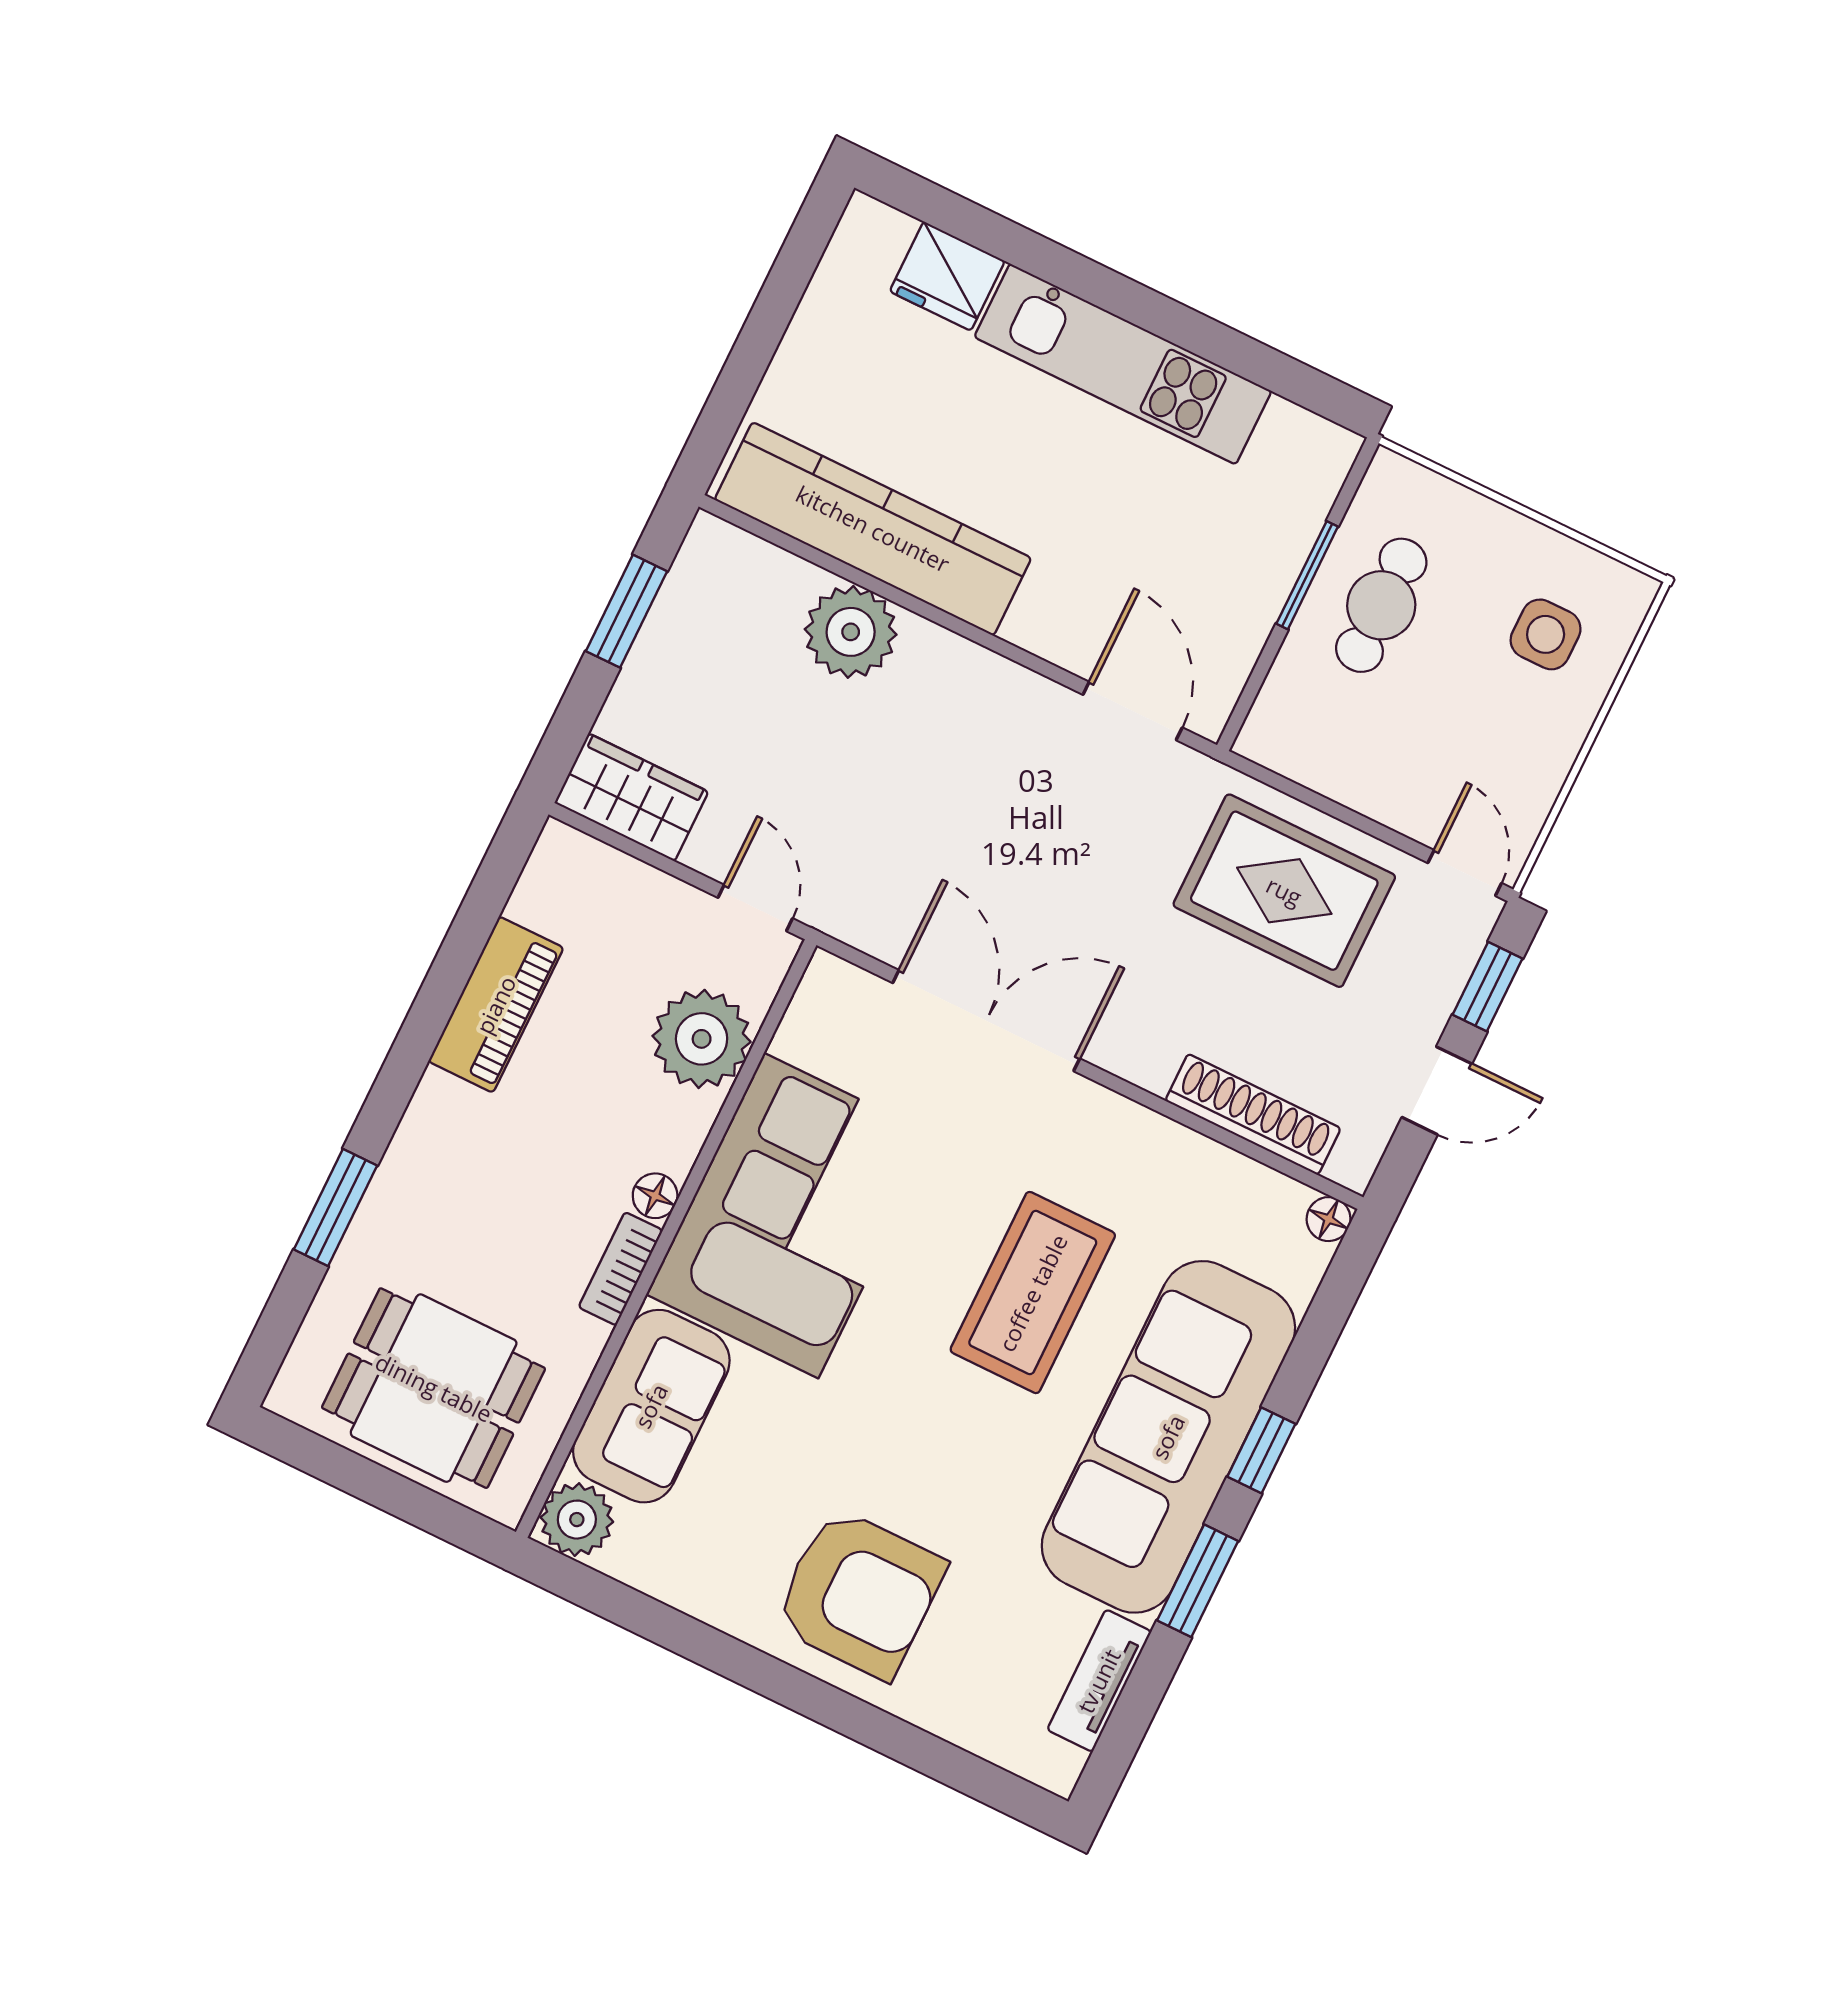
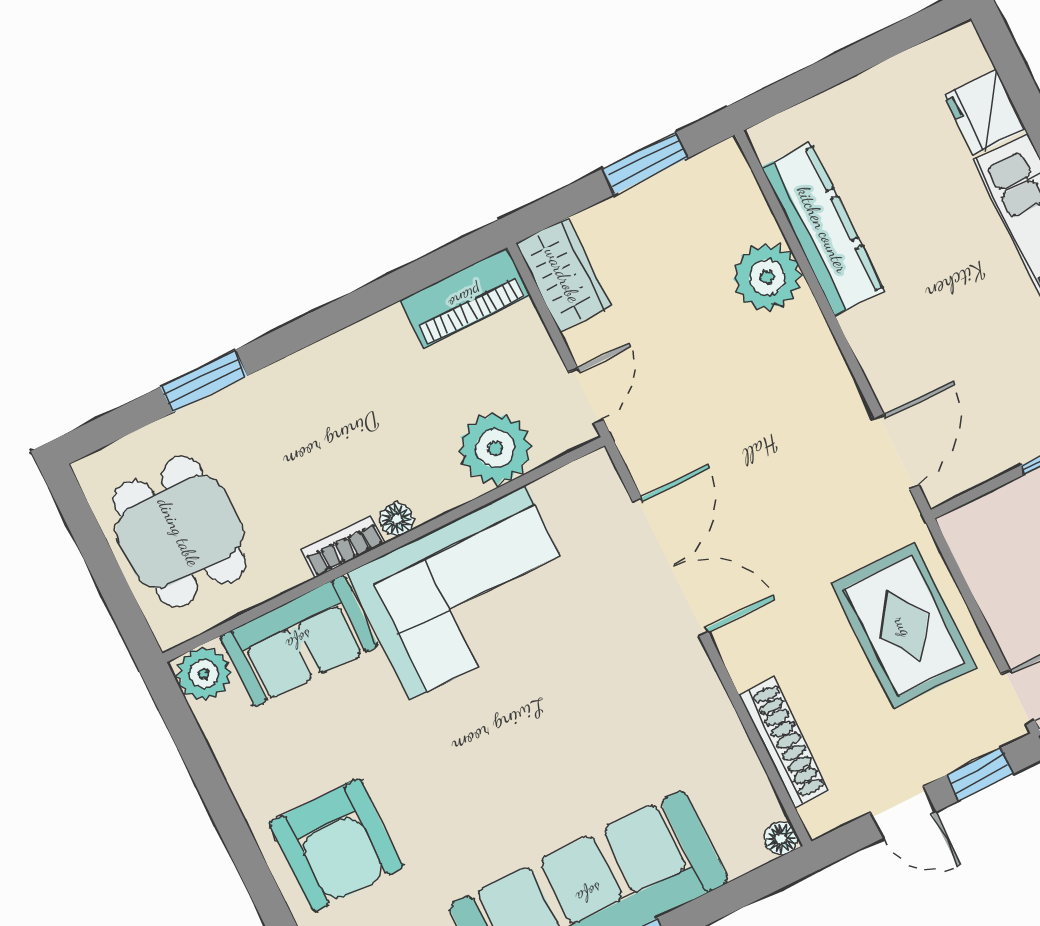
kitchen counter: (873, 529) -> (823, 229), width x0.72, depth x0.86
piano: (496, 1005) -> (465, 298), moved
coffee table: (1033, 1293) -> (574, 747), removed

